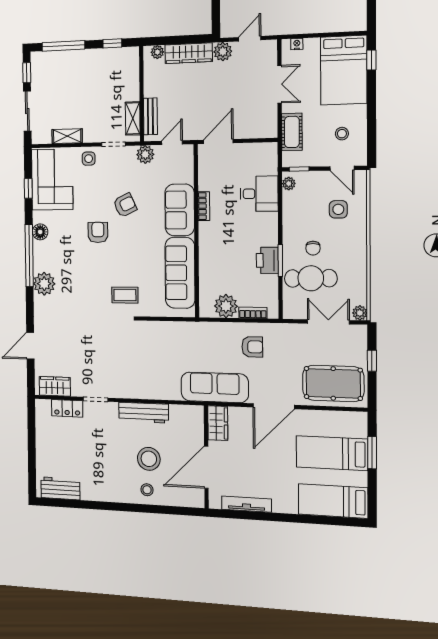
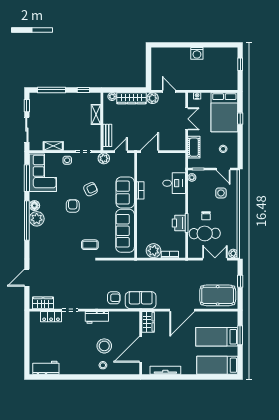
door: (250, 39) -> (169, 91), hinge flipped
window: (371, 60) -> (240, 119), moved
shelving: (133, 118) -> (96, 114), moved
window: (28, 188) -> (27, 178), width x2.17
plant: (44, 284) -> (37, 219), moved
armchair: (252, 347) -> (114, 298), moved
sofa: (215, 387) -> (141, 300), width x0.73
workbench: (144, 413) -> (97, 317), width x0.73

